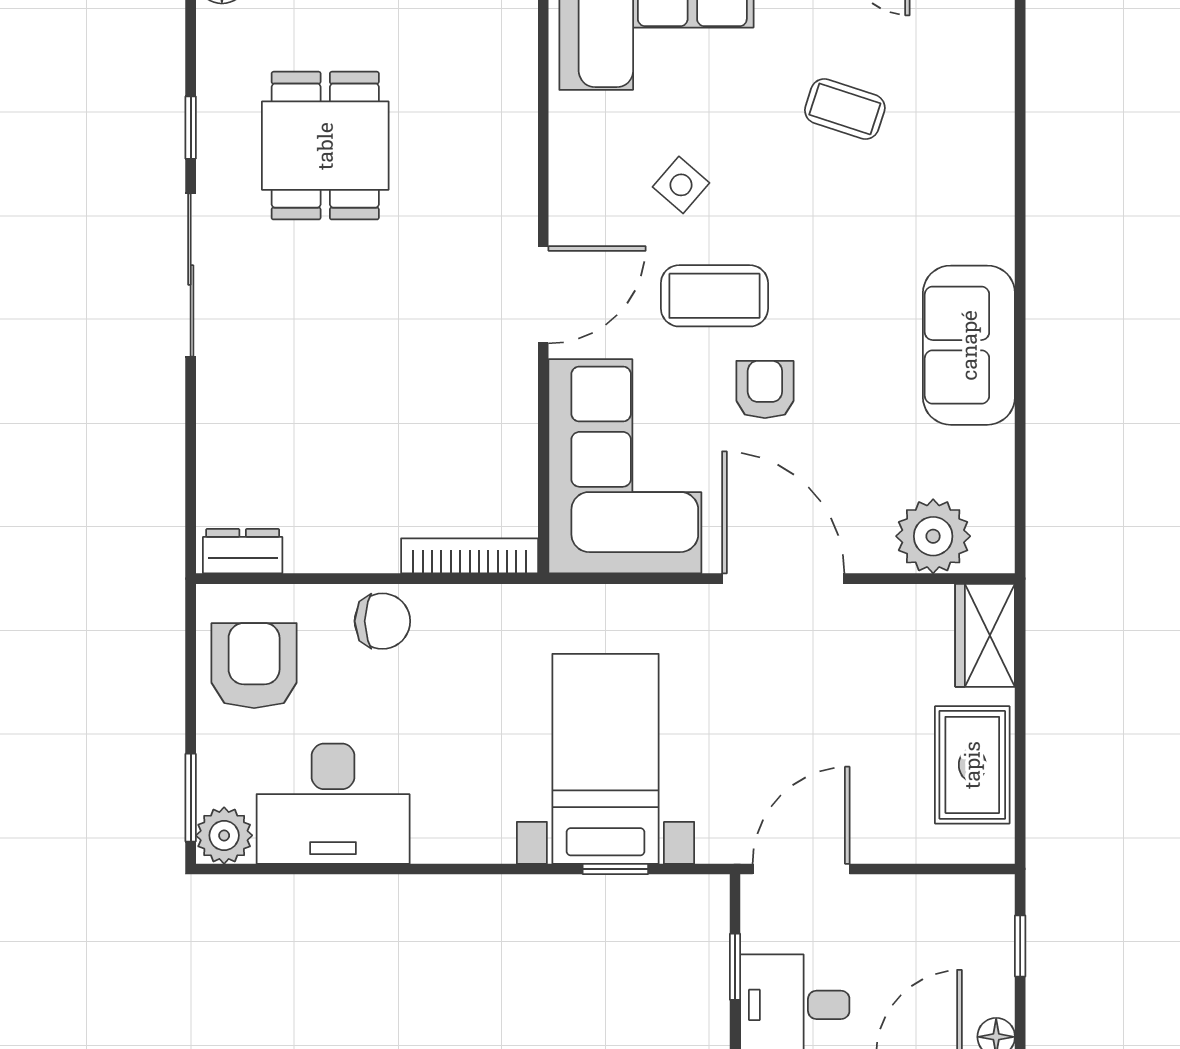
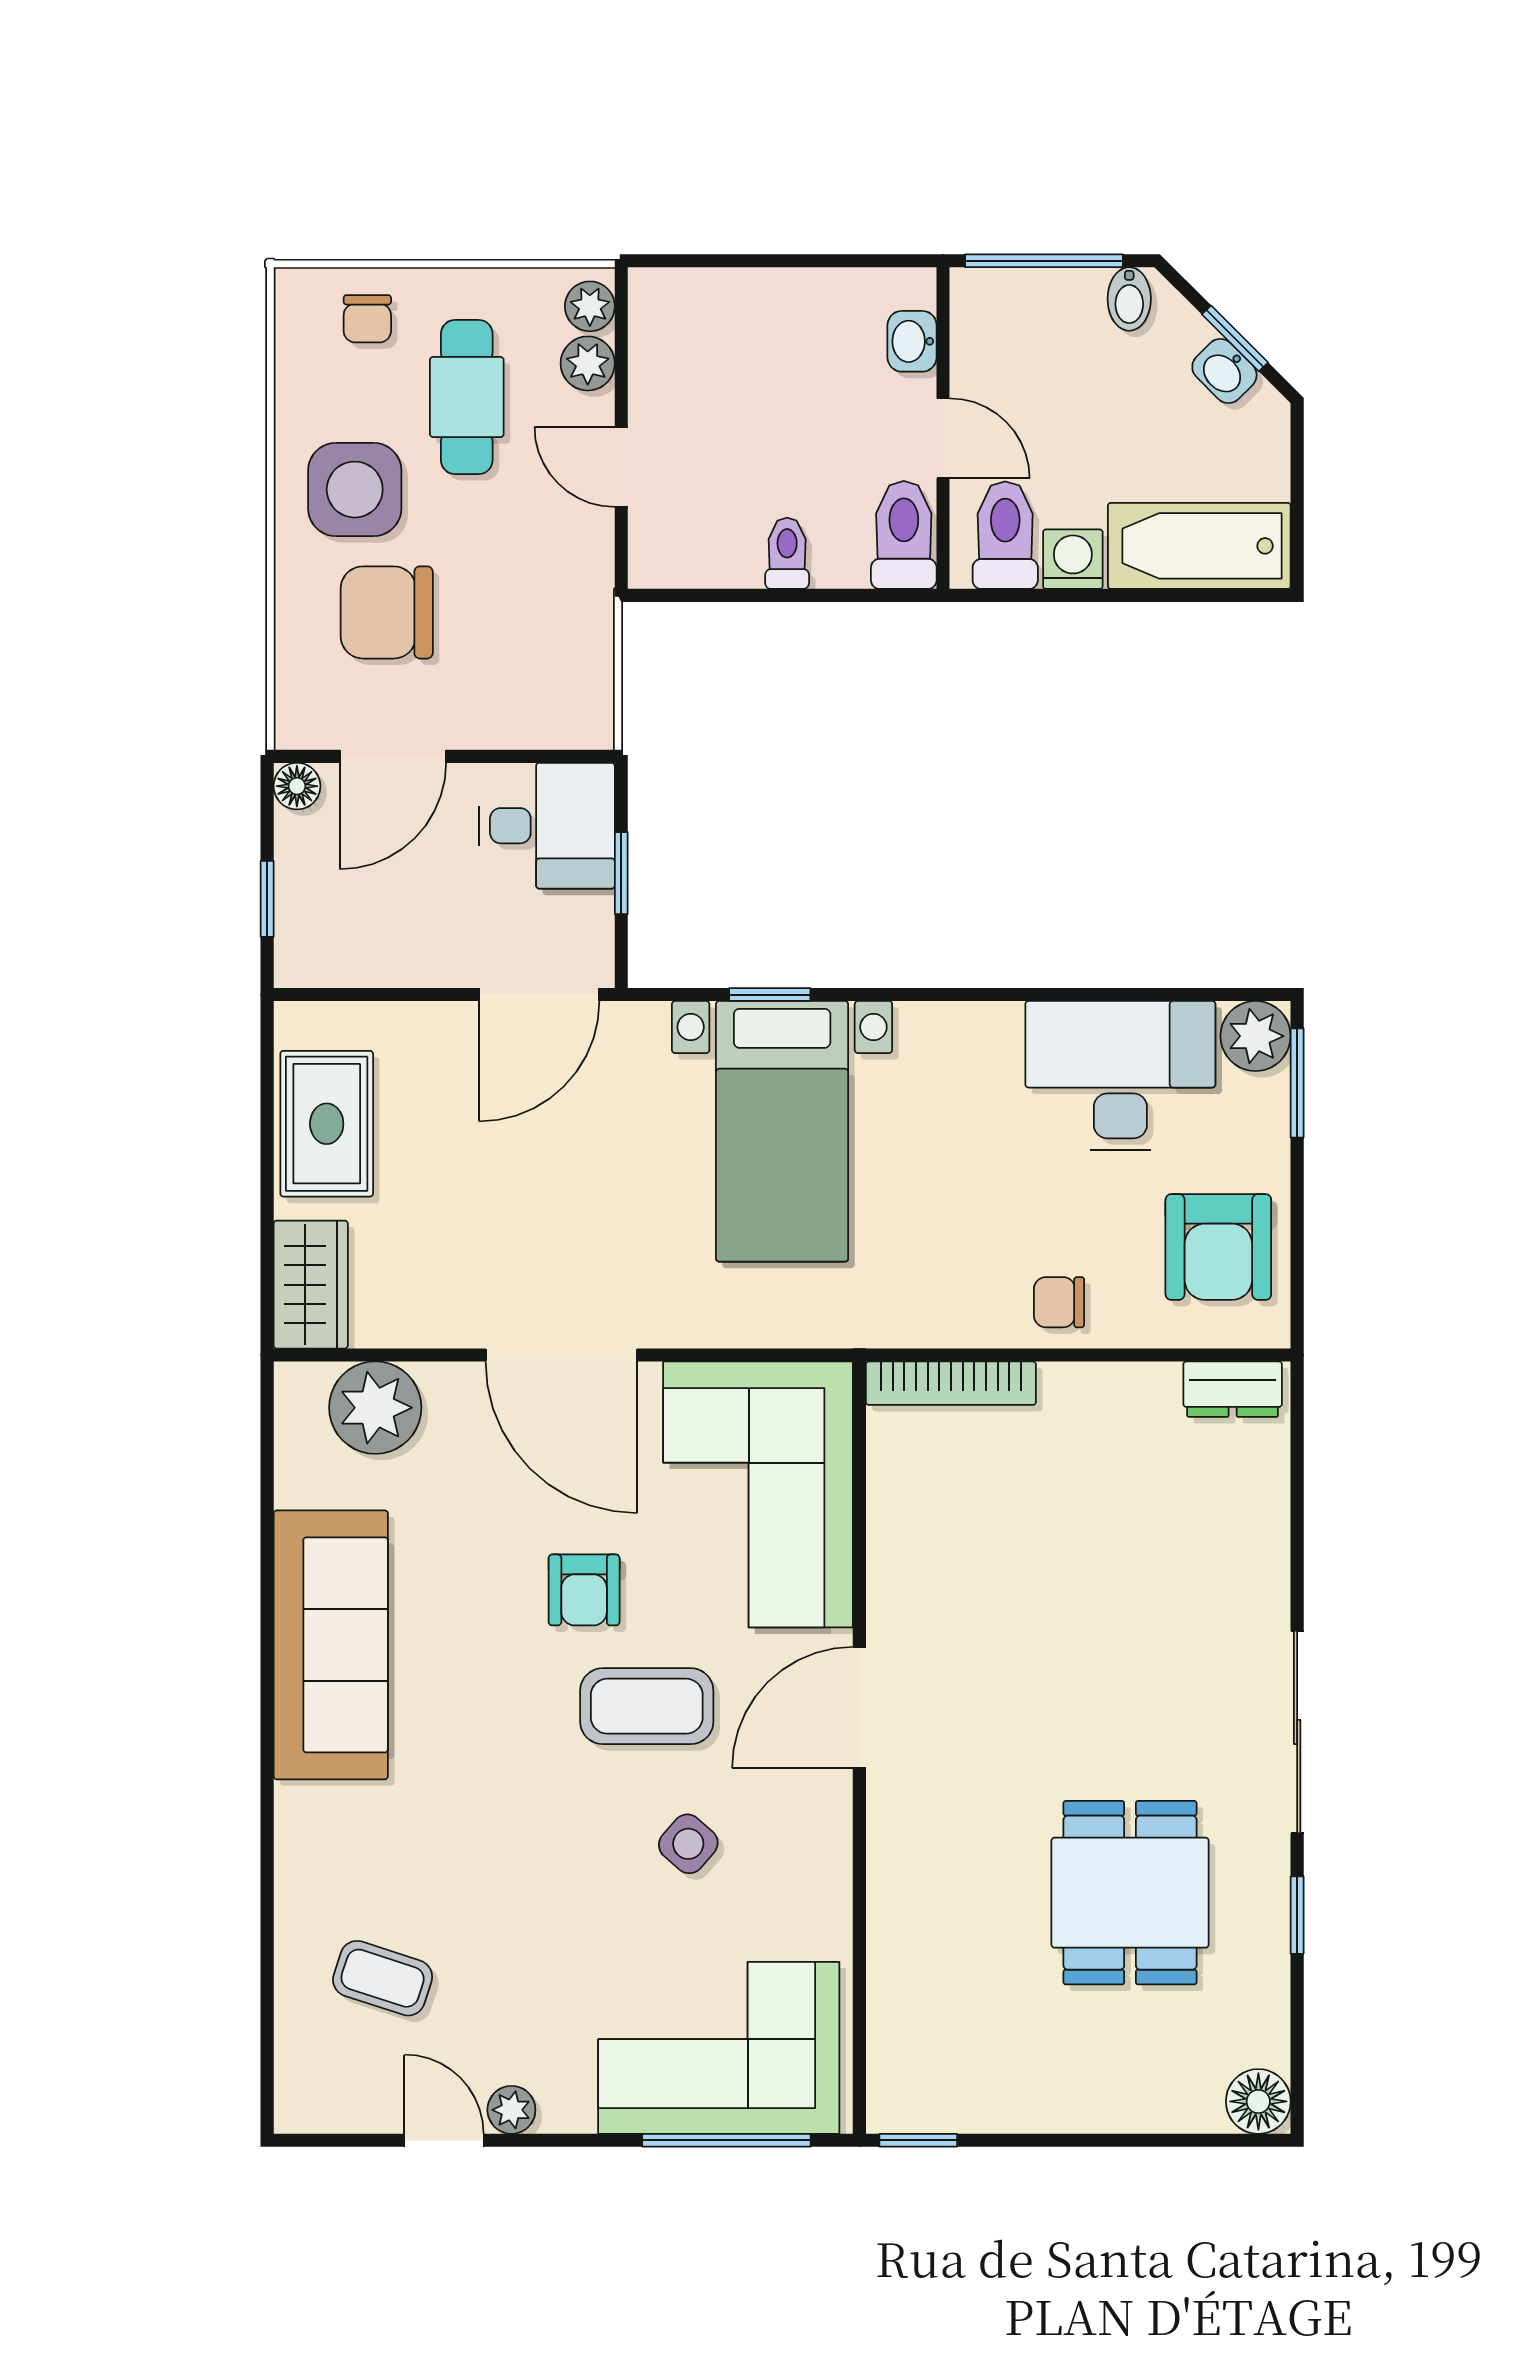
coffee table: (845, 109) -> (383, 1978), moved
sofa: (969, 345) -> (331, 1645), width x1.36
chair: (382, 621) -> (1059, 1302), width x0.73, depth x0.73

